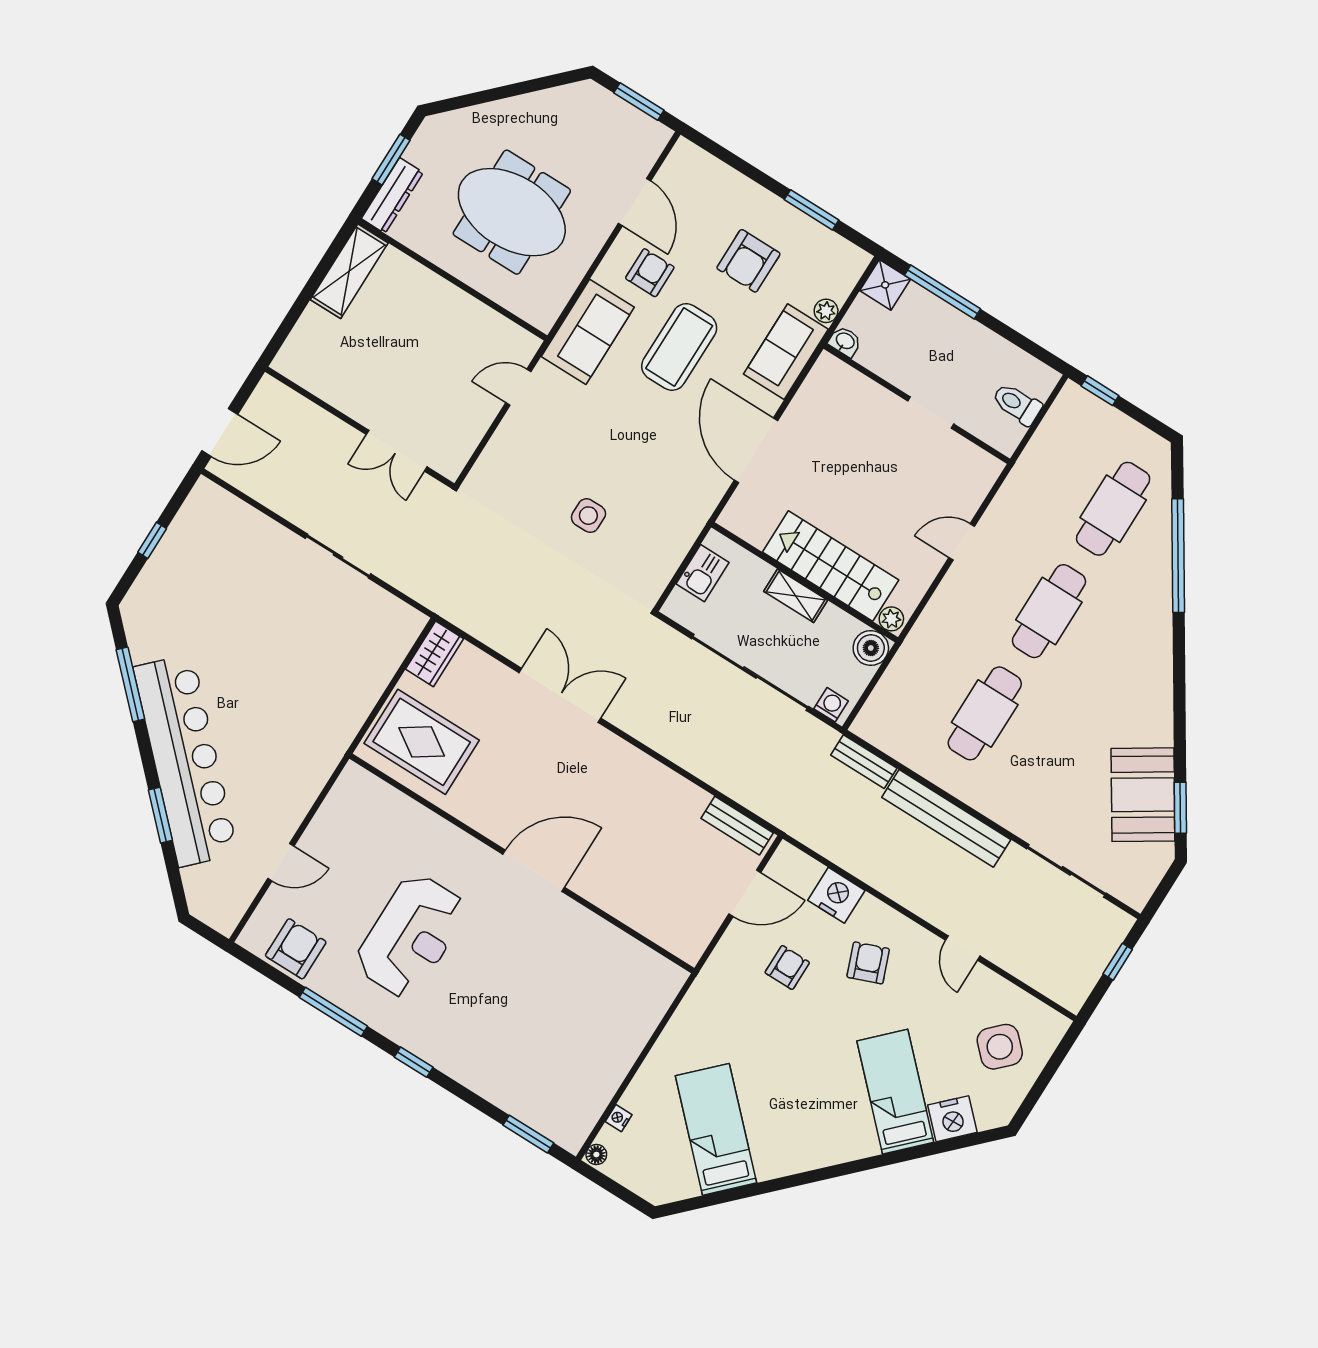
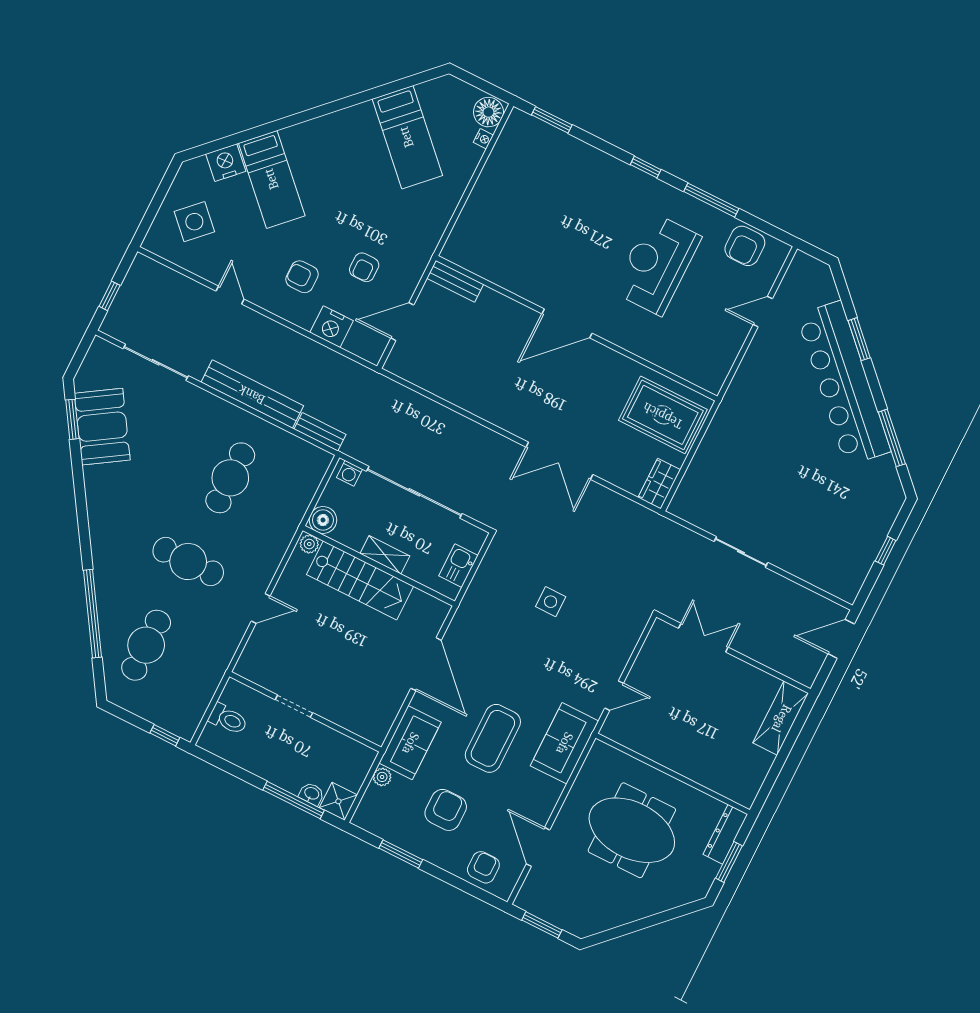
shelving: (349, 271) -> (781, 718), moved
armchair: (650, 273) -> (483, 867), moved, turned 180
washbasin: (845, 341) -> (312, 794), moved, turned 180
cafe table: (1049, 611) -> (188, 562), turned 90
bench: (737, 826) -> (455, 281), moved
armchair: (868, 963) -> (302, 277), turned 111
floor lamp: (596, 1155) -> (488, 112), width x1.89, depth x1.89

